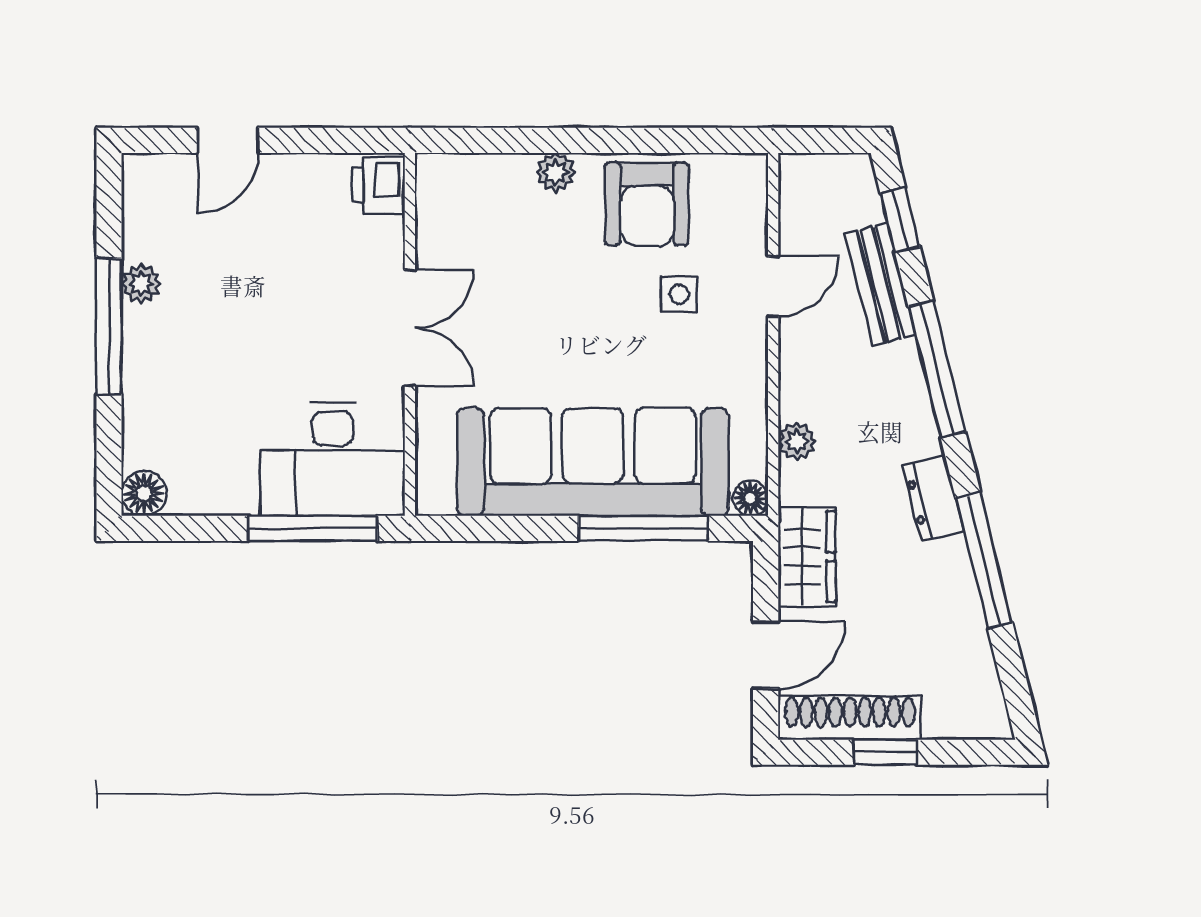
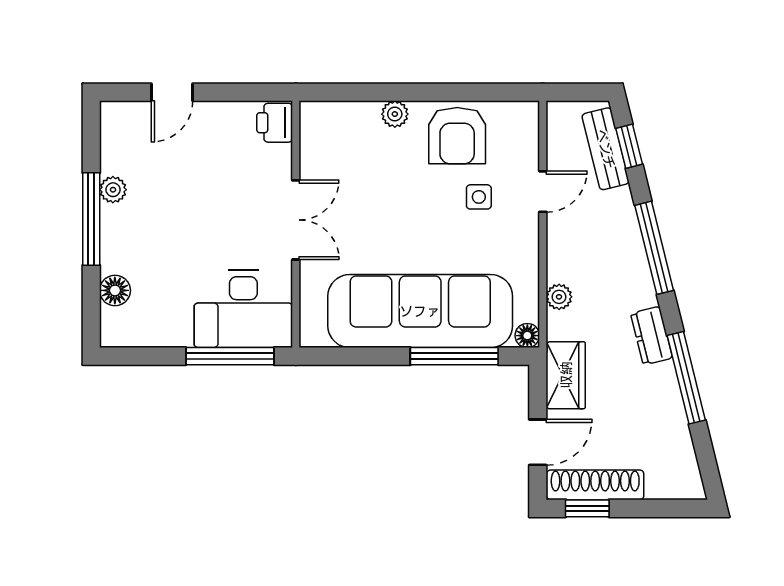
bench: (880, 284) -> (606, 149), moved
floor lamp: (144, 493) -> (115, 290), moved
window: (885, 752) -> (587, 508), moved

